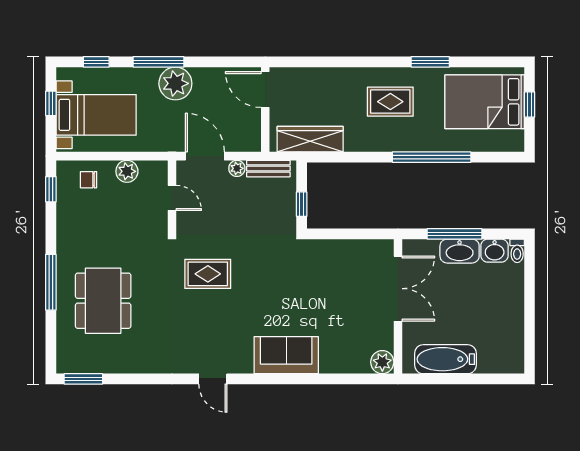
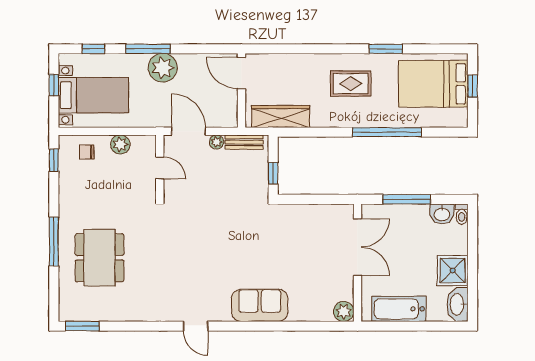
washbasin: (460, 251) -> (457, 304), moved, turned 90
rug: (208, 274) -> (191, 234), removed
shower: (507, 315) -> (453, 270), added

